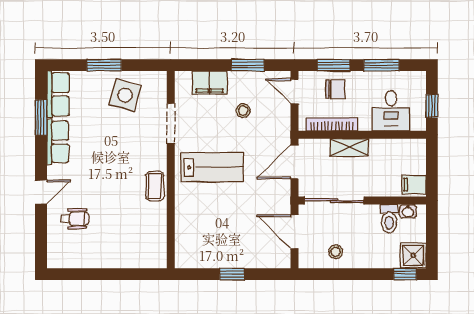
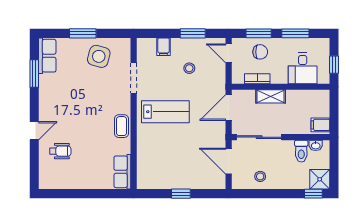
filing cabinet: (210, 83) -> (164, 47), width x0.50
bookcase: (332, 124) -> (257, 79), width x0.64
row of seats: (58, 142) -> (122, 172), moved, turned 180

